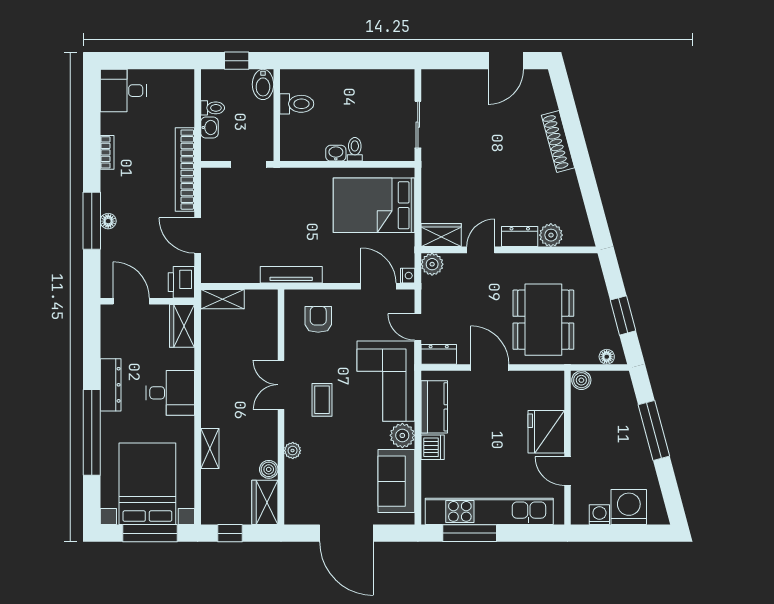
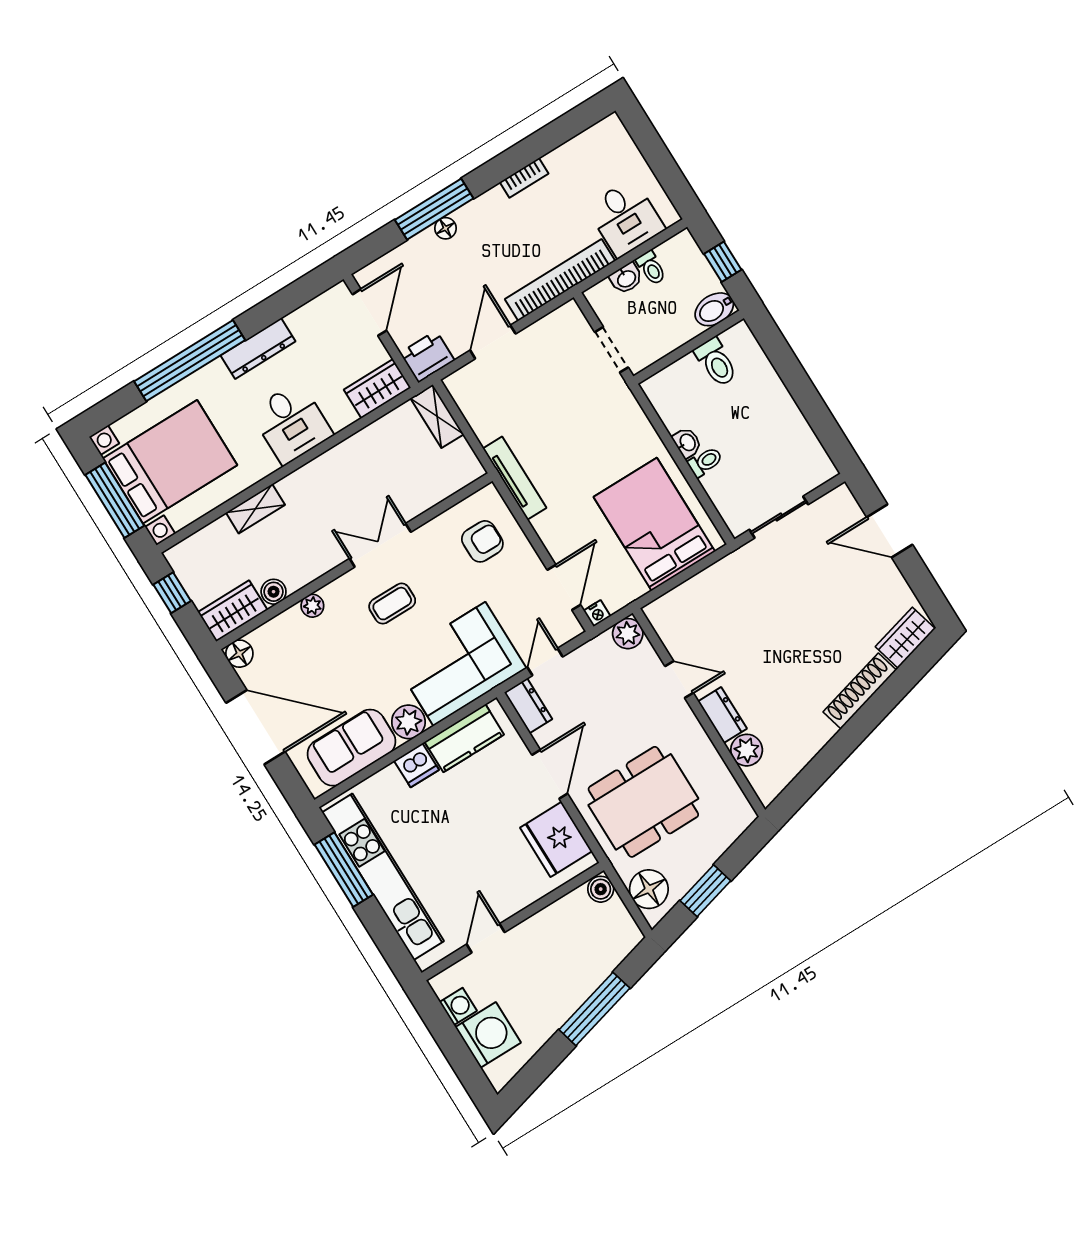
door: (506, 61) -> (890, 531), moved
desk: (123, 91) -> (625, 218), moved, turned 180
wardrobe: (441, 235) -> (905, 638), moved, turned -105
floor lamp: (607, 357) -> (649, 889), width x1.89, depth x1.89
fridge: (546, 432) -> (556, 839), moved, turned -90
floor lamp: (294, 515) -> (239, 654), added
door: (346, 533) -> (255, 727), swing flipped

